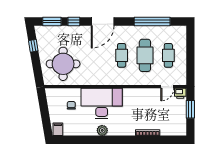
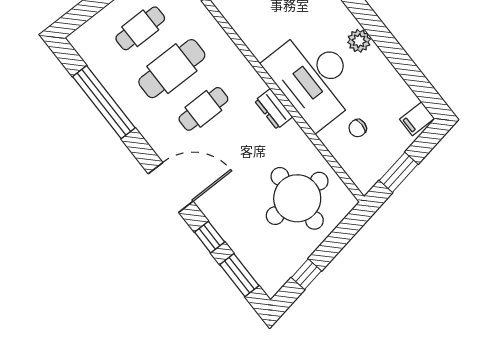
dresser: (102, 81) -> (274, 109), added
window: (44, 108) -> (399, 172), added

